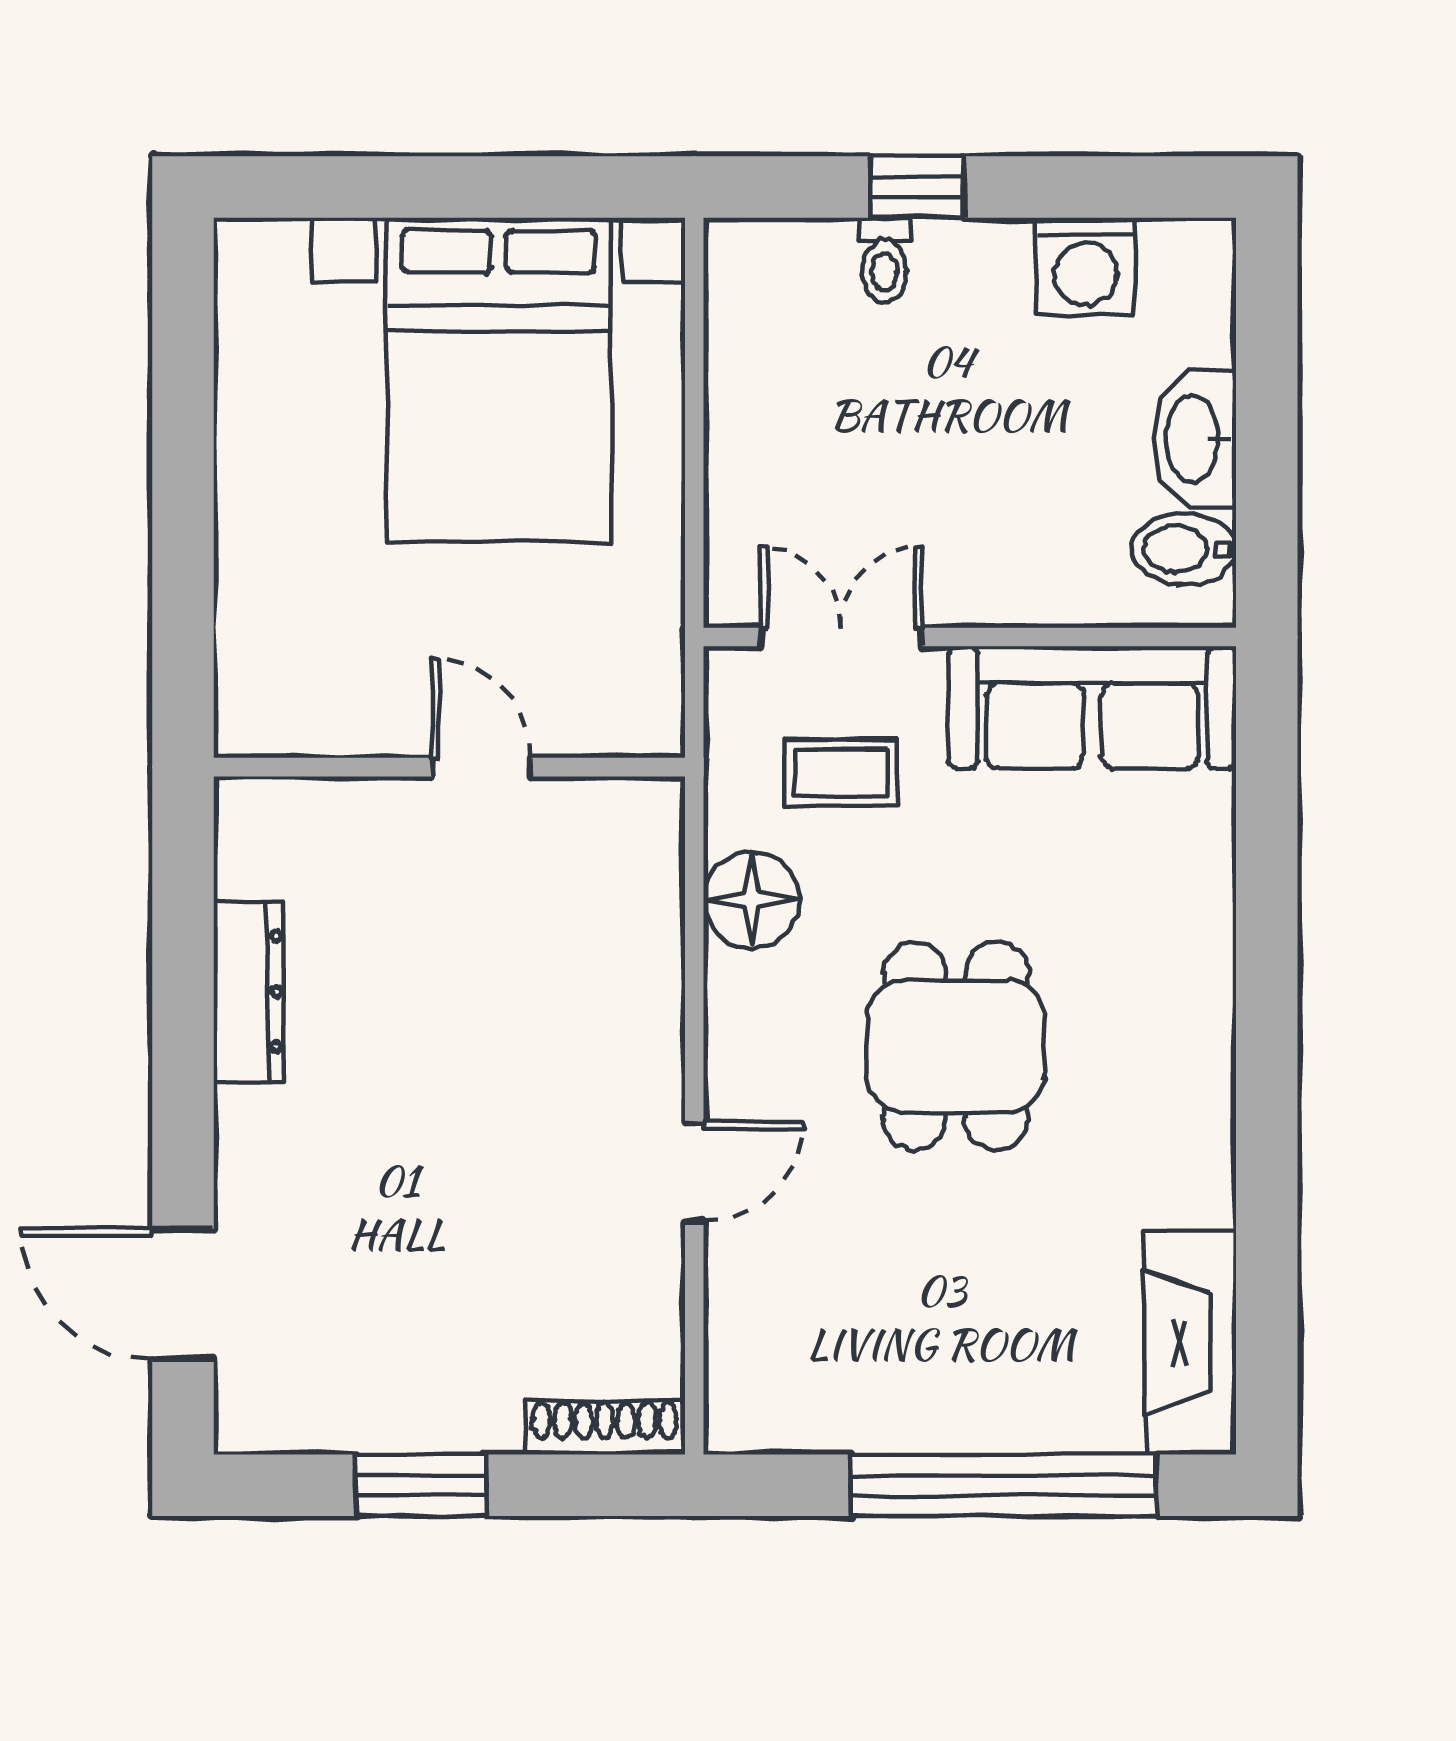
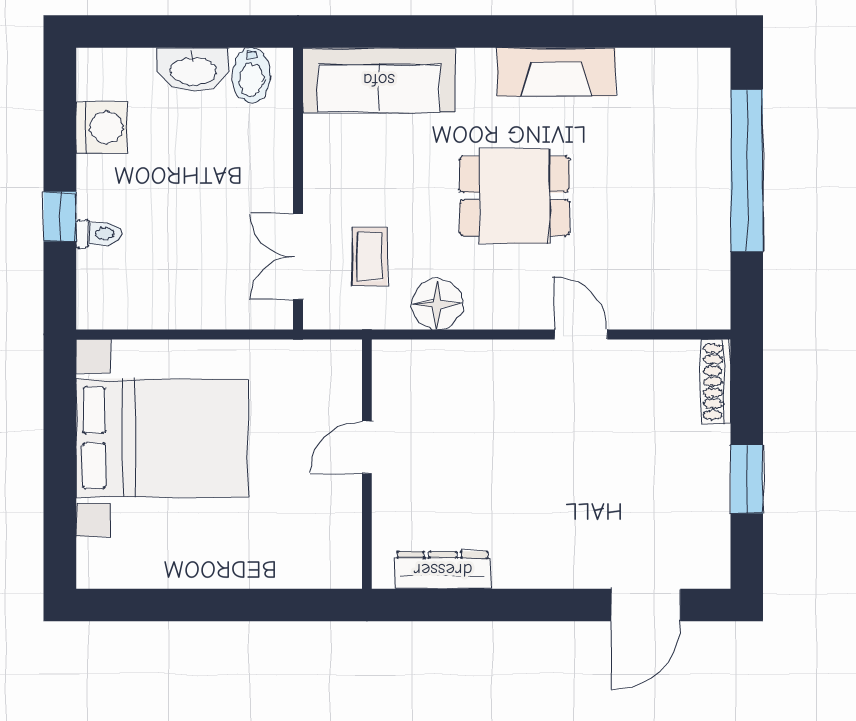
sofa: (1092, 707) -> (379, 80), moved, turned 90
dresser: (249, 991) -> (443, 570), moved
fireplace: (1190, 1343) -> (556, 72), moved

